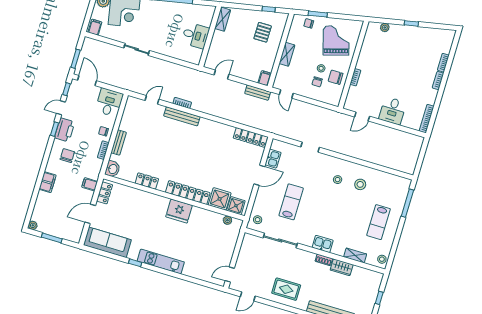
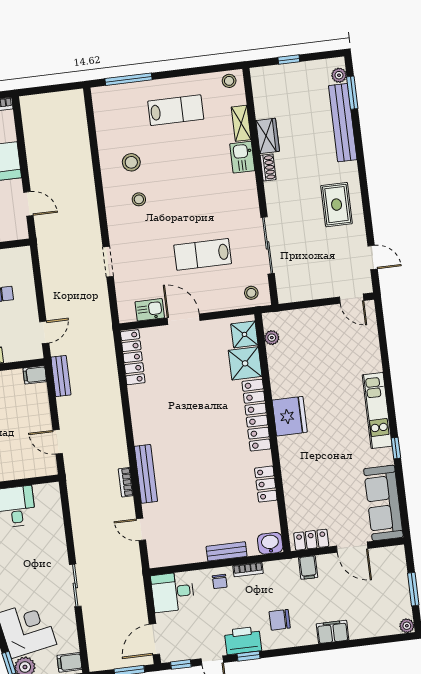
kitchen sink: (323, 244) -> (242, 157), moved

